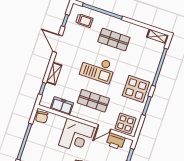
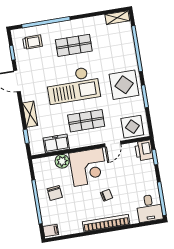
checkout: (98, 69) -> (73, 85), width x1.36, depth x1.21
chair: (42, 117) -> (55, 193), moved
plant: (59, 121) -> (62, 161), added
printer: (116, 141) -> (144, 150), moved, turned 90

